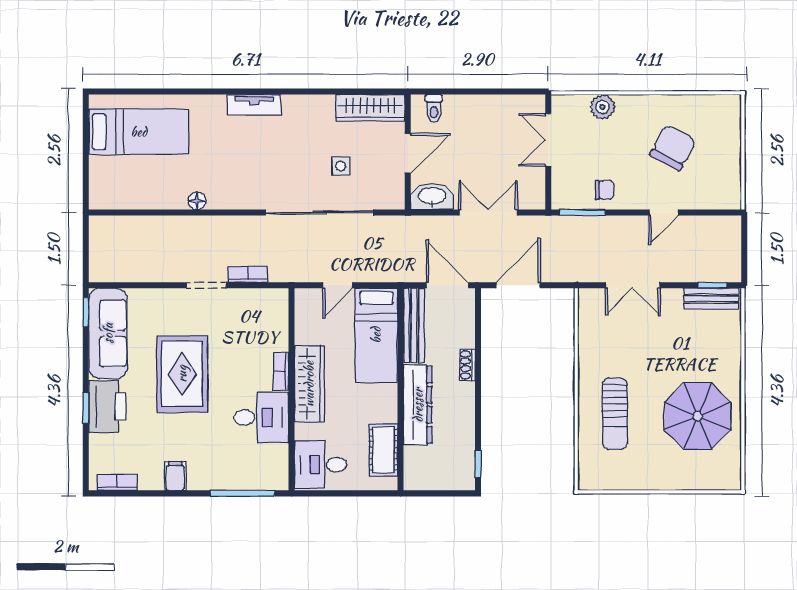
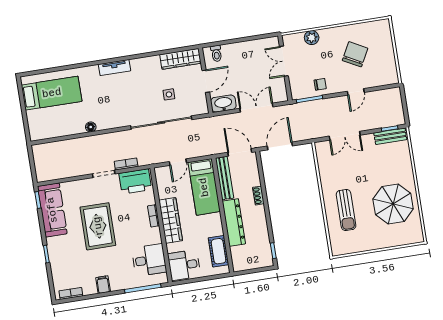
printer: (107, 407) -> (135, 181), moved, turned 90
desk: (261, 418) -> (149, 260), moved

